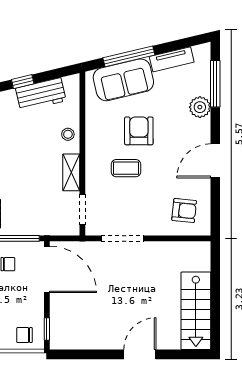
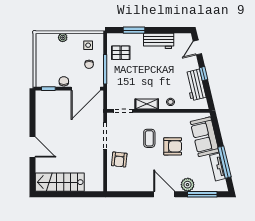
window: (129, 56) -> (225, 162), moved
door: (215, 161) -> (164, 194), moved
armchair: (184, 210) -> (119, 159), moved
chair: (25, 335) -> (64, 81), moved

